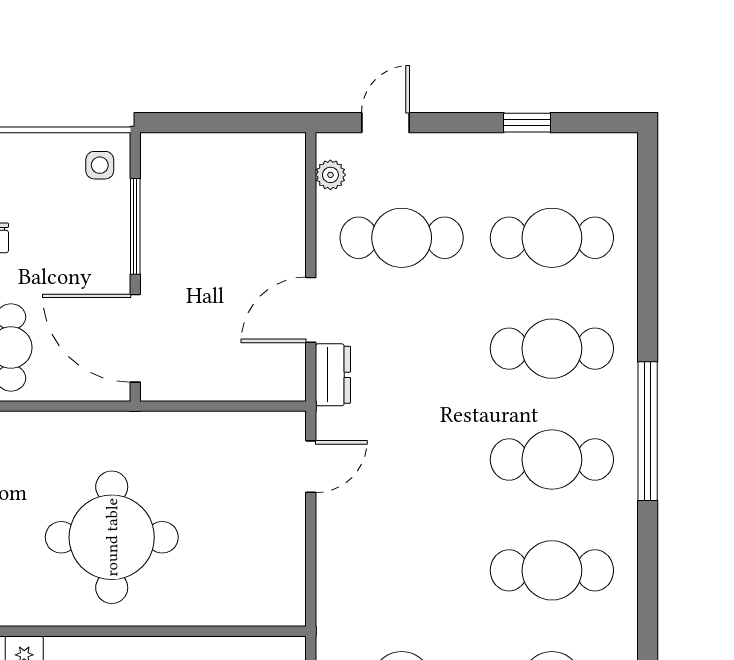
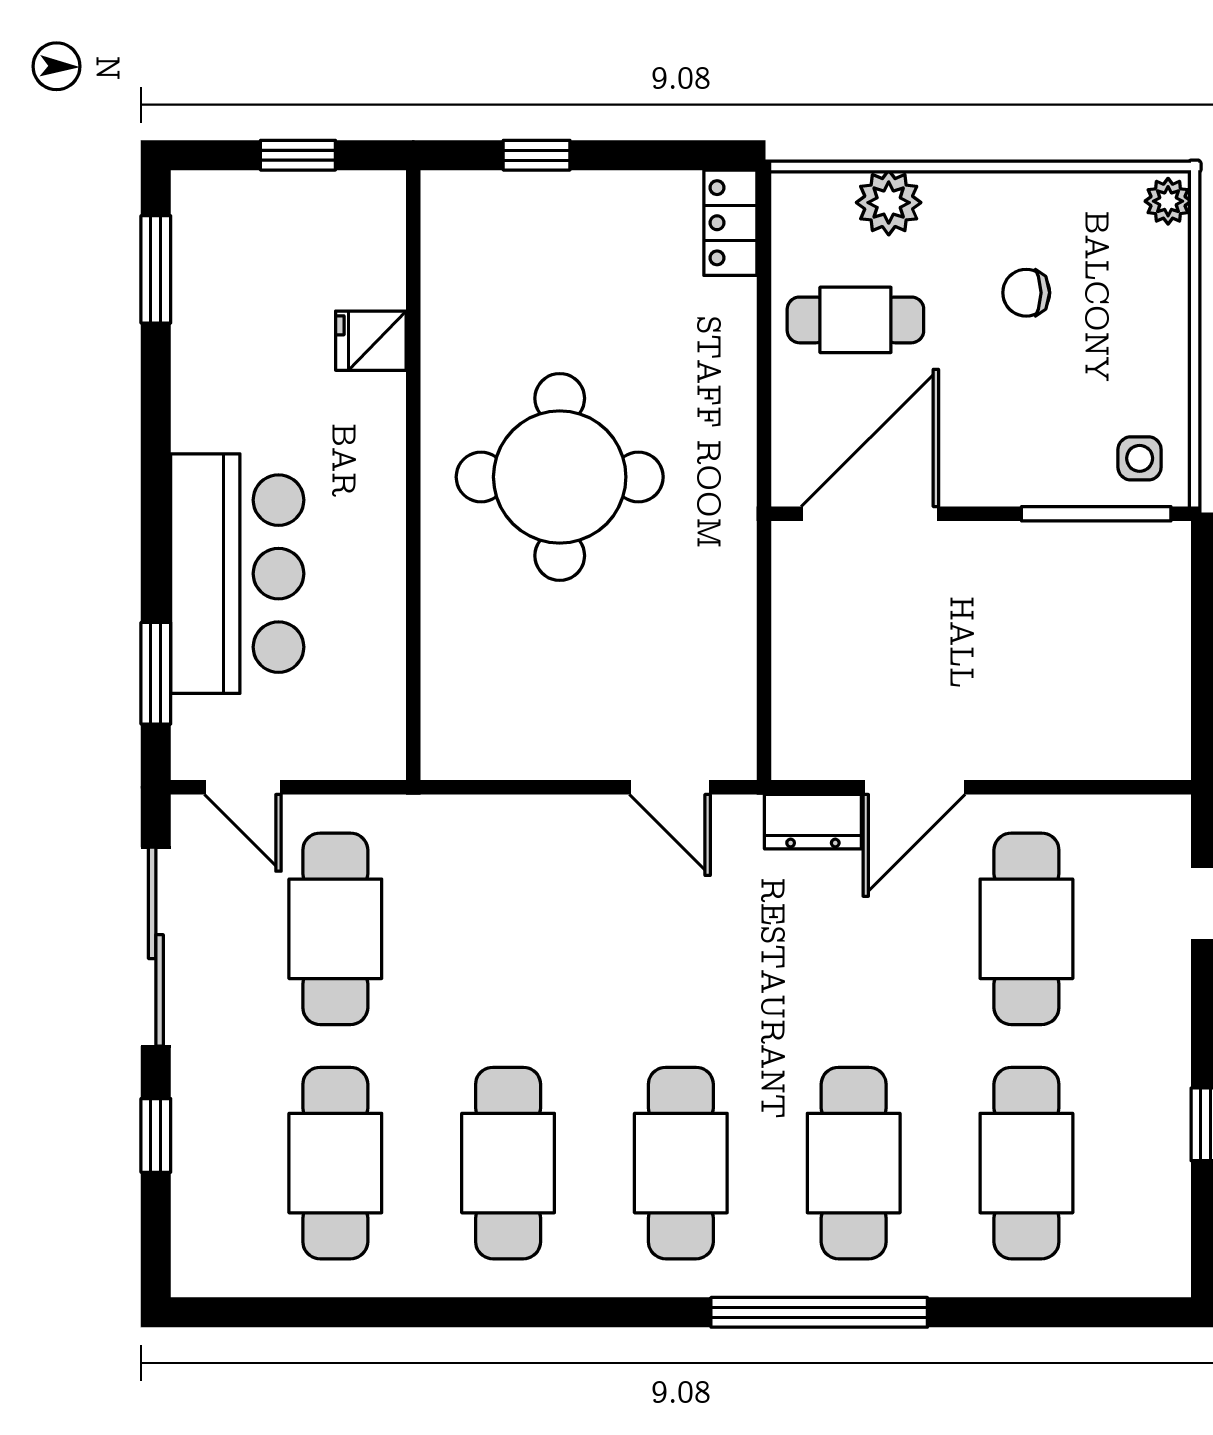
plant: (330, 175) -> (1124, 818), removed
window: (135, 226) -> (1096, 514), moved
door: (311, 310) -> (914, 787), swing flipped
window: (648, 431) -> (819, 1312), moved

